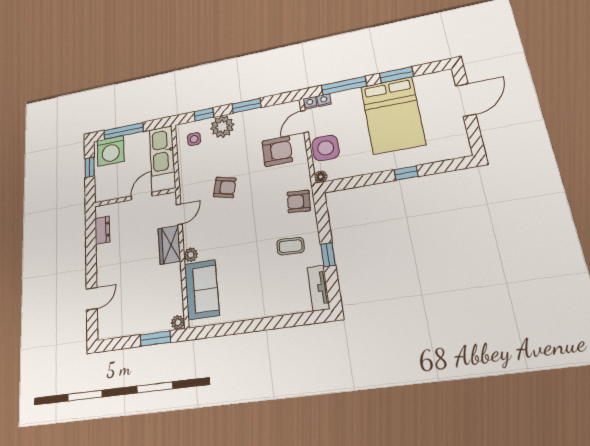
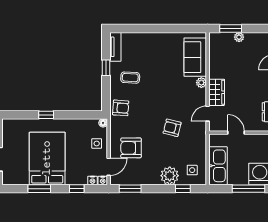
window: (344, 86) -> (77, 189), width x0.46
window: (247, 106) -> (130, 189), moved
side table: (326, 148) -> (97, 144), width x0.54, depth x0.54
door: (142, 196) -> (236, 133), swing flipped
plant: (178, 322) -> (239, 37), moved

